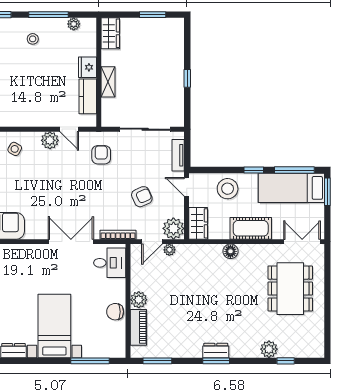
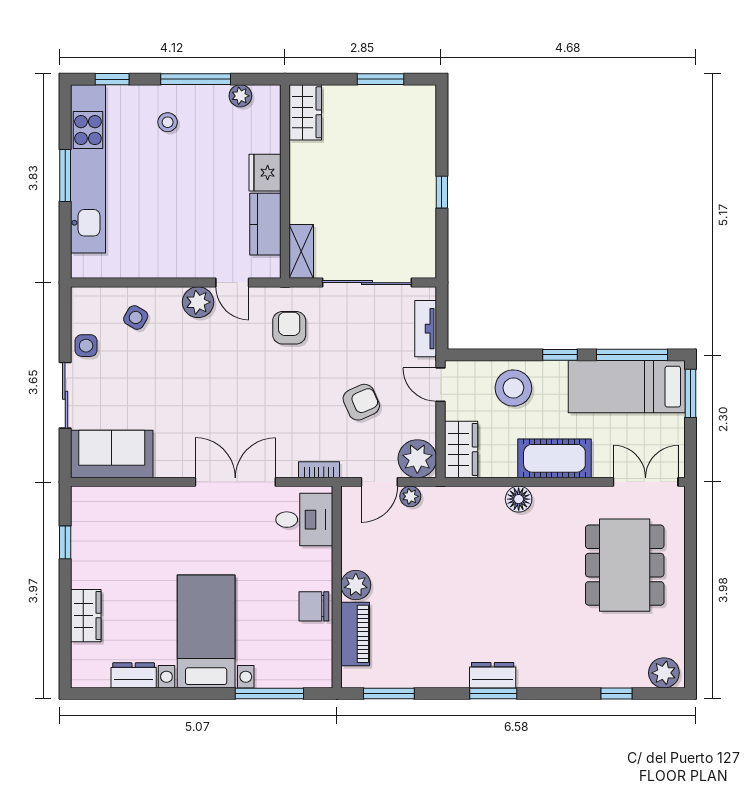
shelving: (108, 82) -> (301, 251), moved
bookcase: (118, 235) -> (319, 470), width x0.64
plant: (269, 349) -> (664, 673), moved

